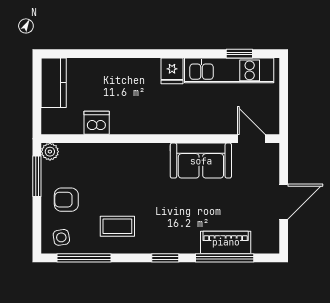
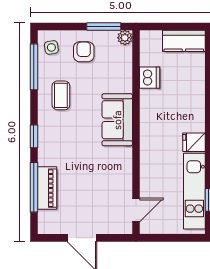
sofa: (201, 161) -> (117, 120), moved

